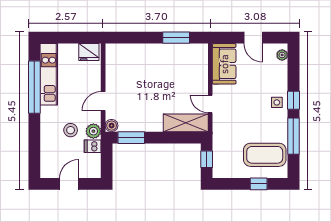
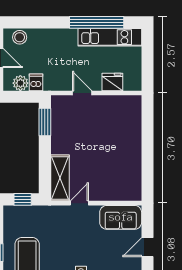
window: (176, 38) -> (147, 168), removed
fridge: (89, 52) -> (112, 82), moved, turned 90
boiler: (112, 126) -> (57, 102), removed
stool: (71, 130) -> (20, 37), moved
plant: (93, 131) -> (20, 83), moved

